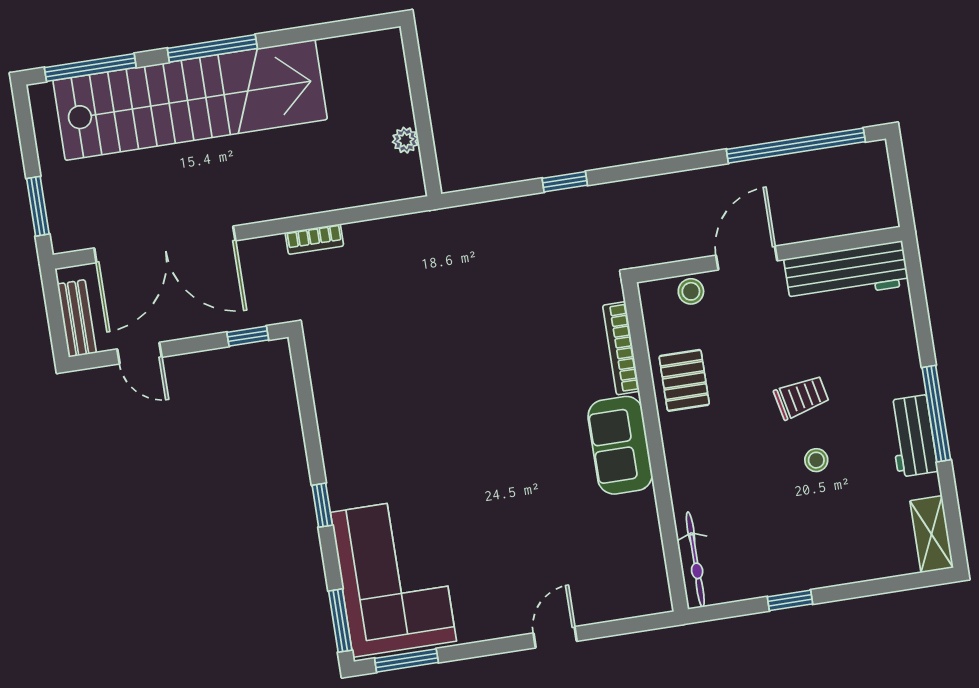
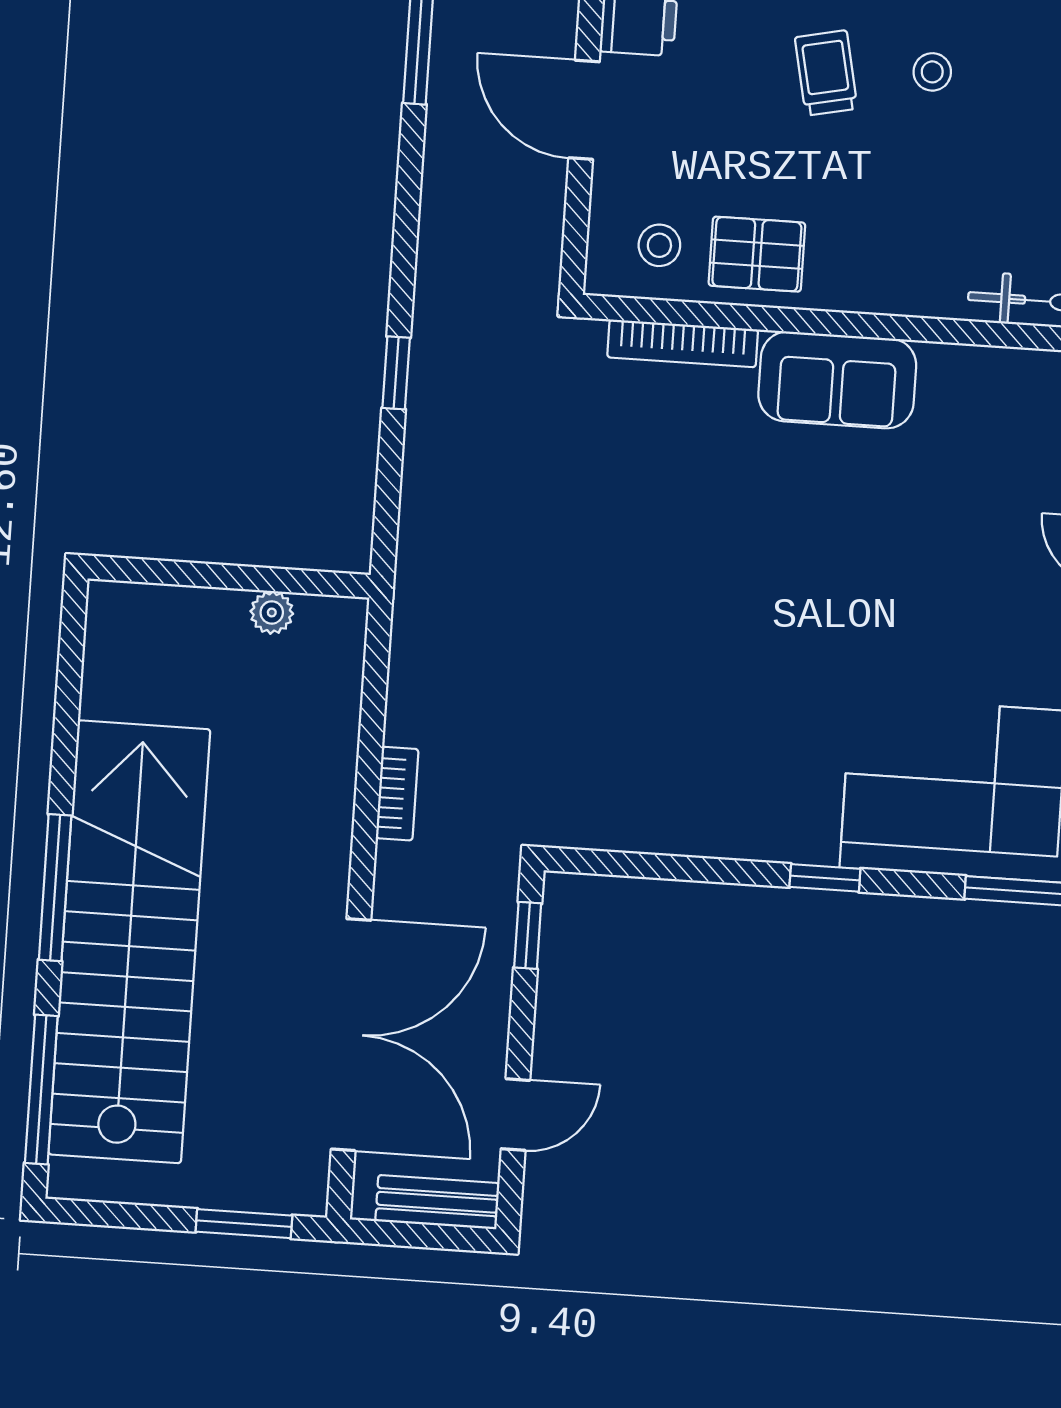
stool: (691, 291) -> (659, 245), moved

